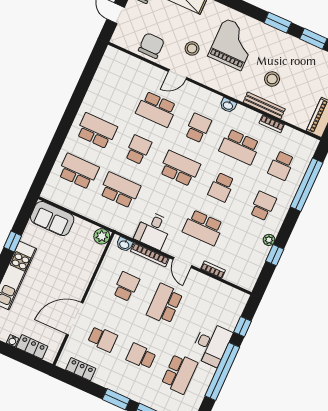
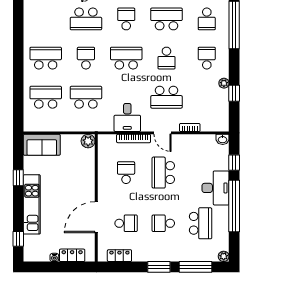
school desk: (240, 147) -> (166, 19), turned 180
washbasin: (124, 244) -> (223, 139), moved

